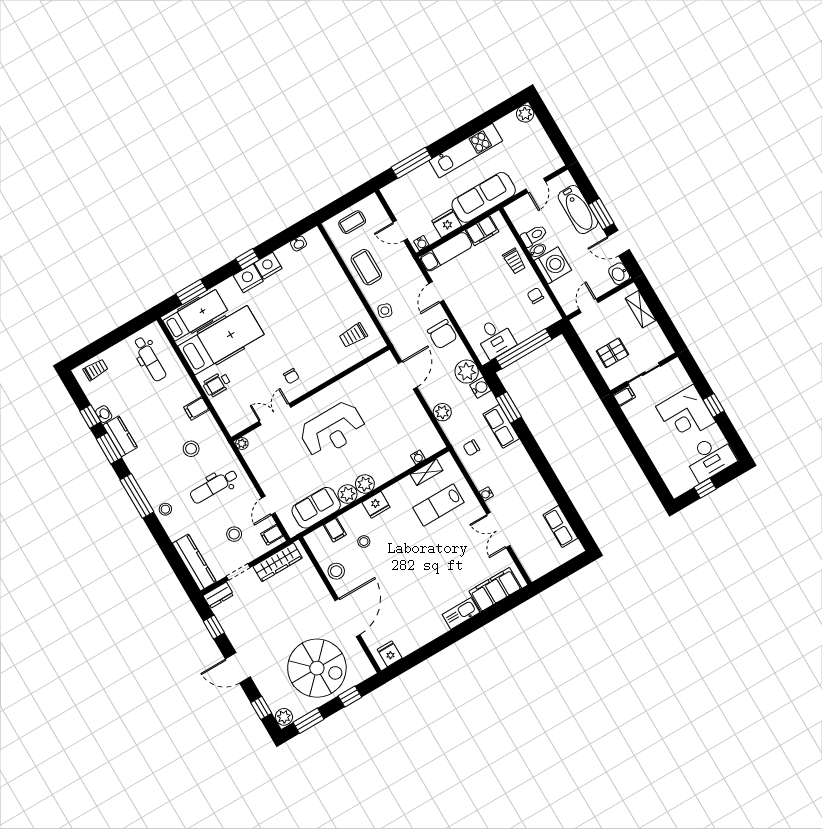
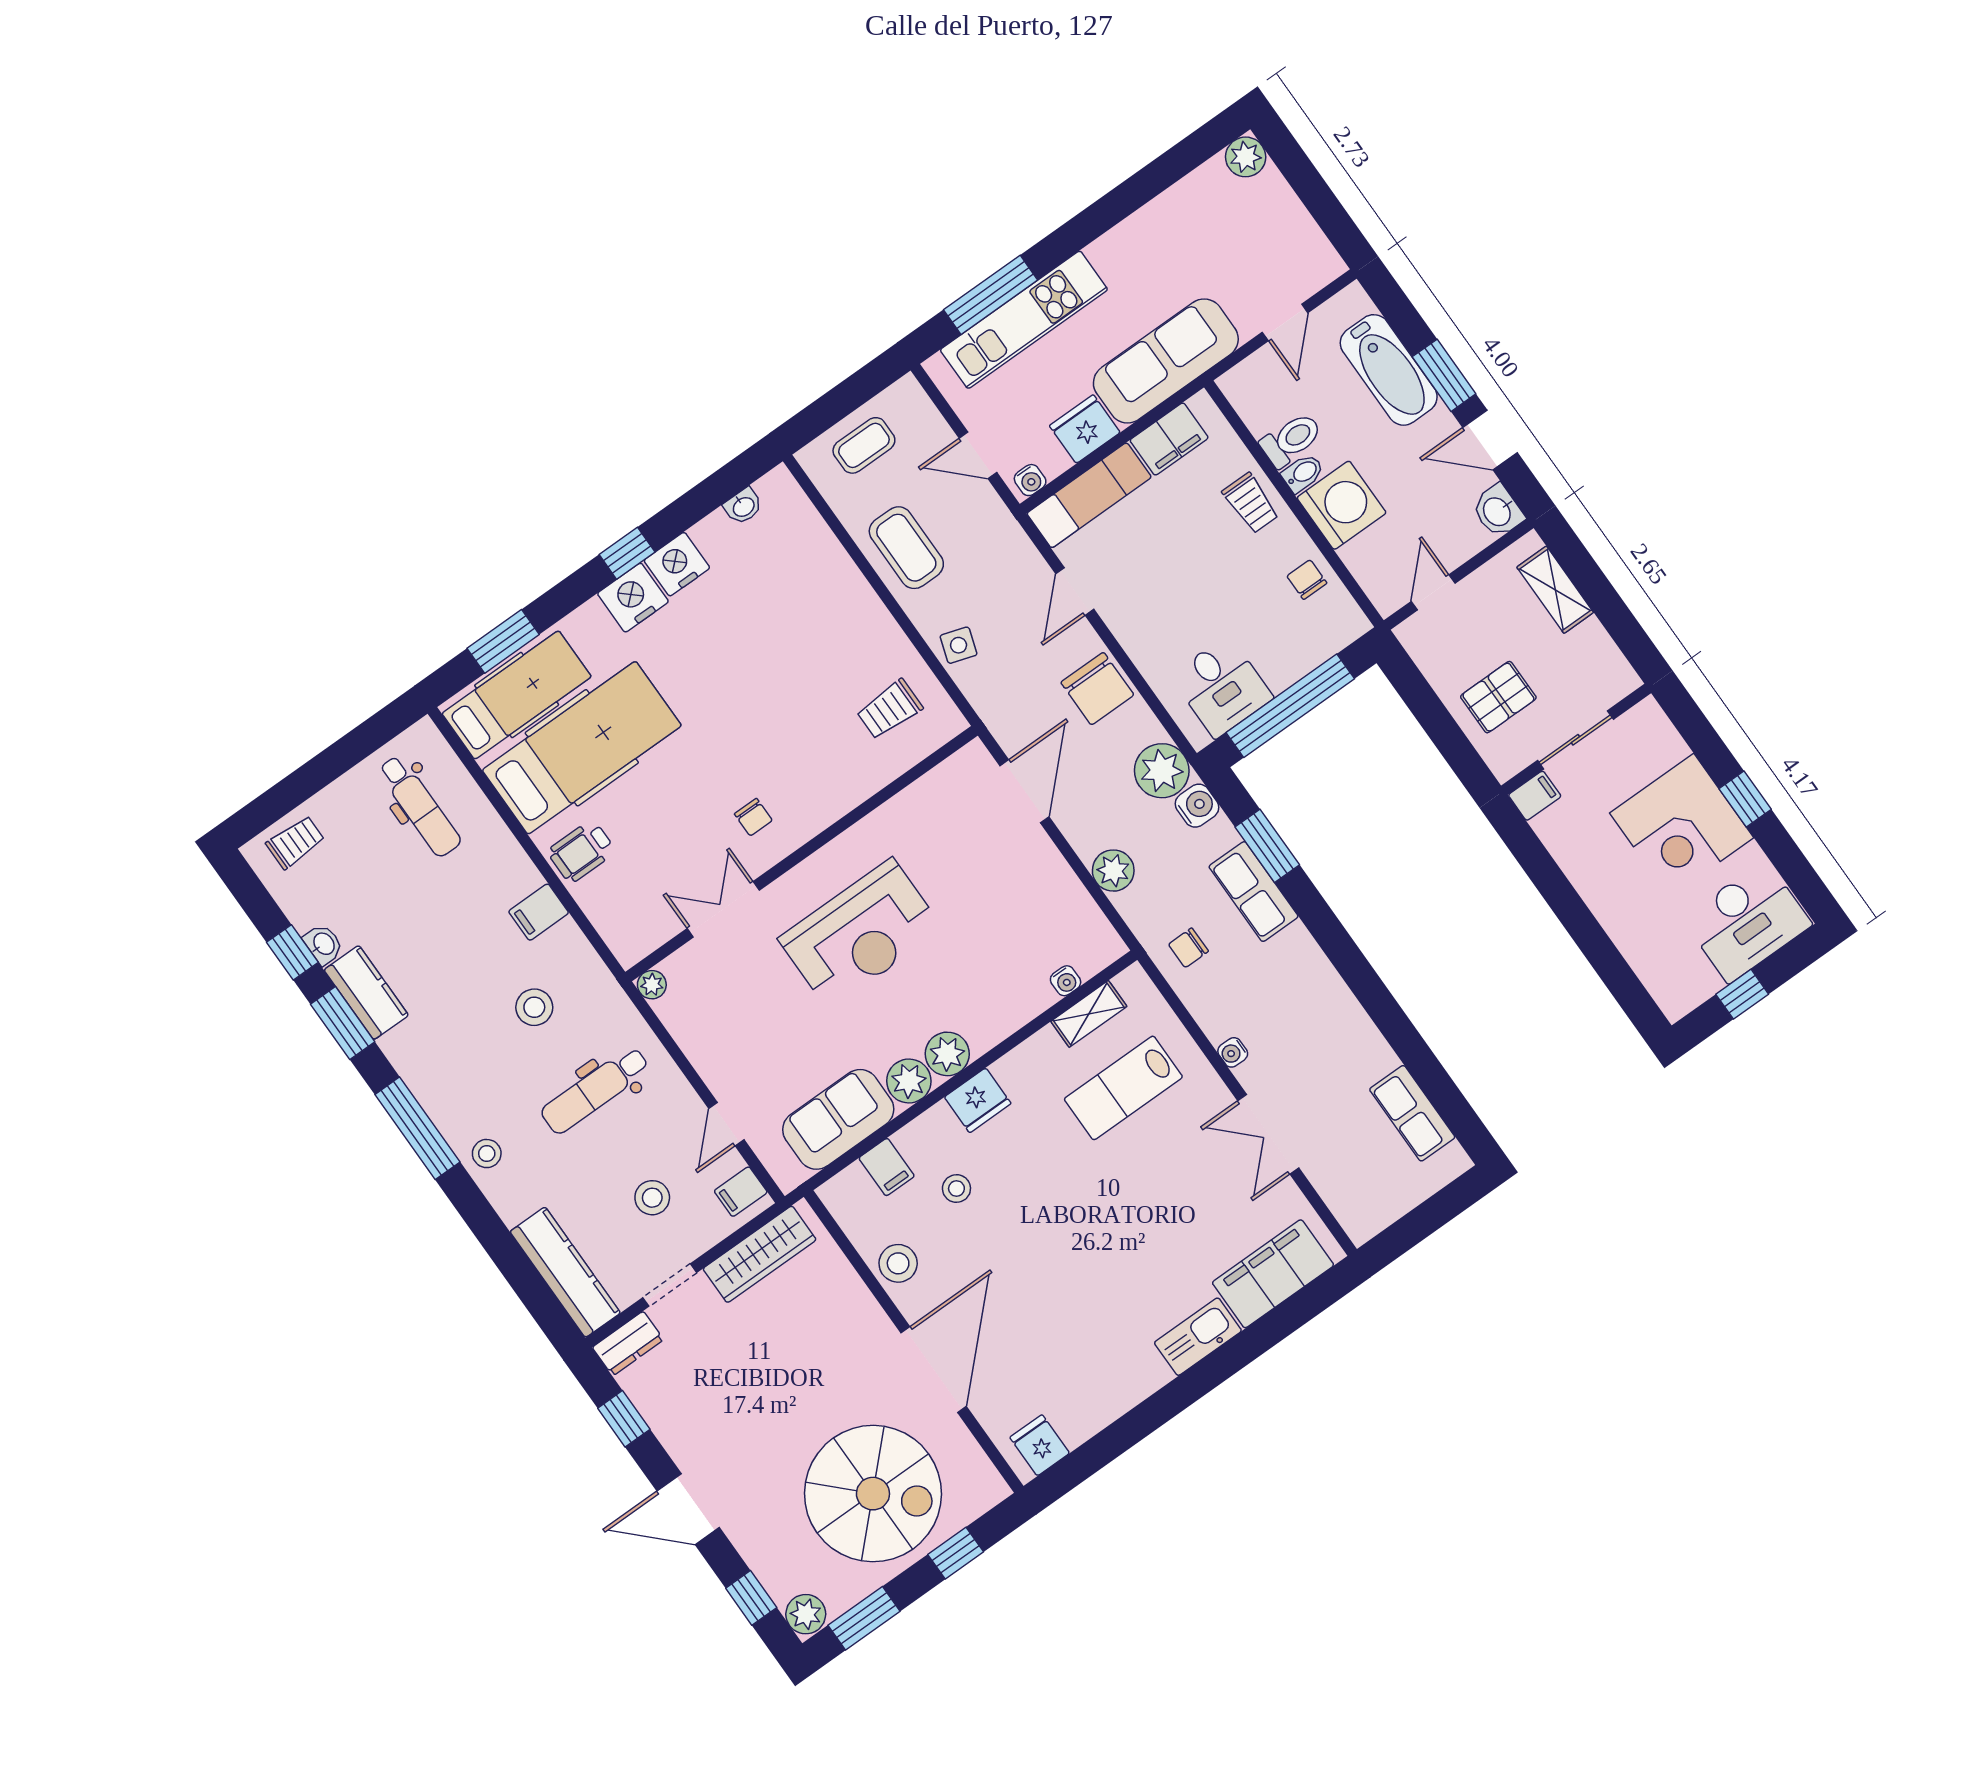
kitchen unit: (466, 151) -> (1024, 320), moved

